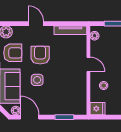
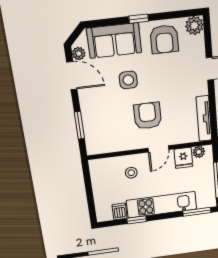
armchair: (40, 55) -> (148, 116), moved, turned -90
fridge: (98, 109) -> (183, 158), moved
door: (30, 117) -> (72, 76), hinge flipped

